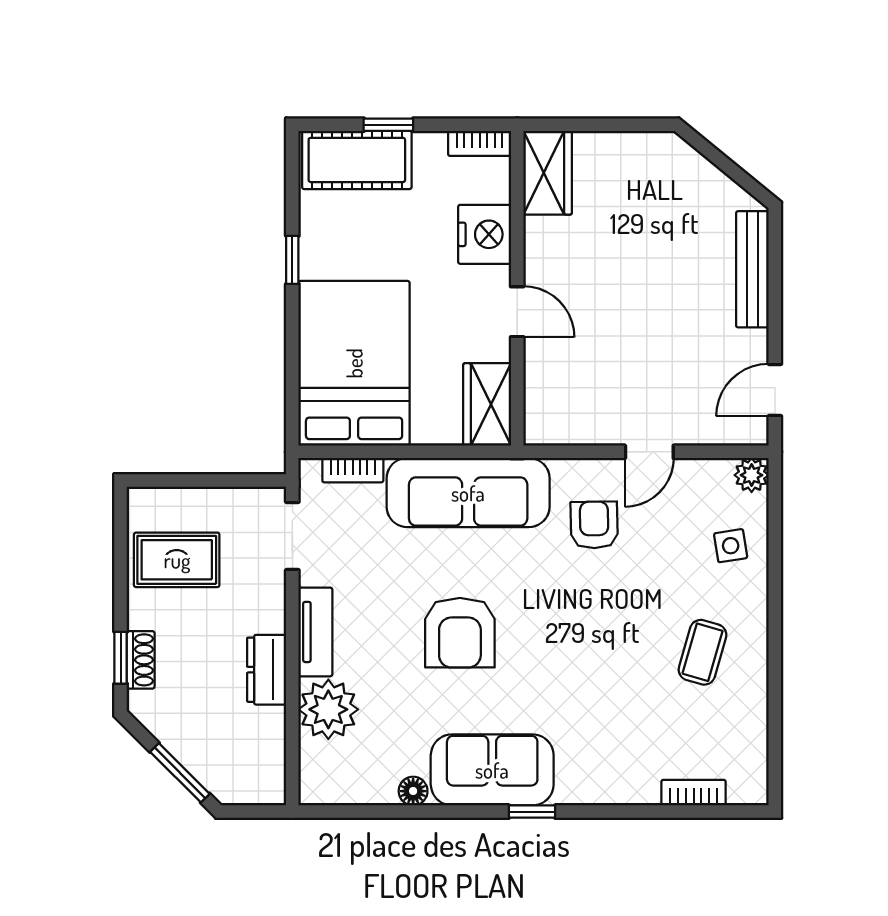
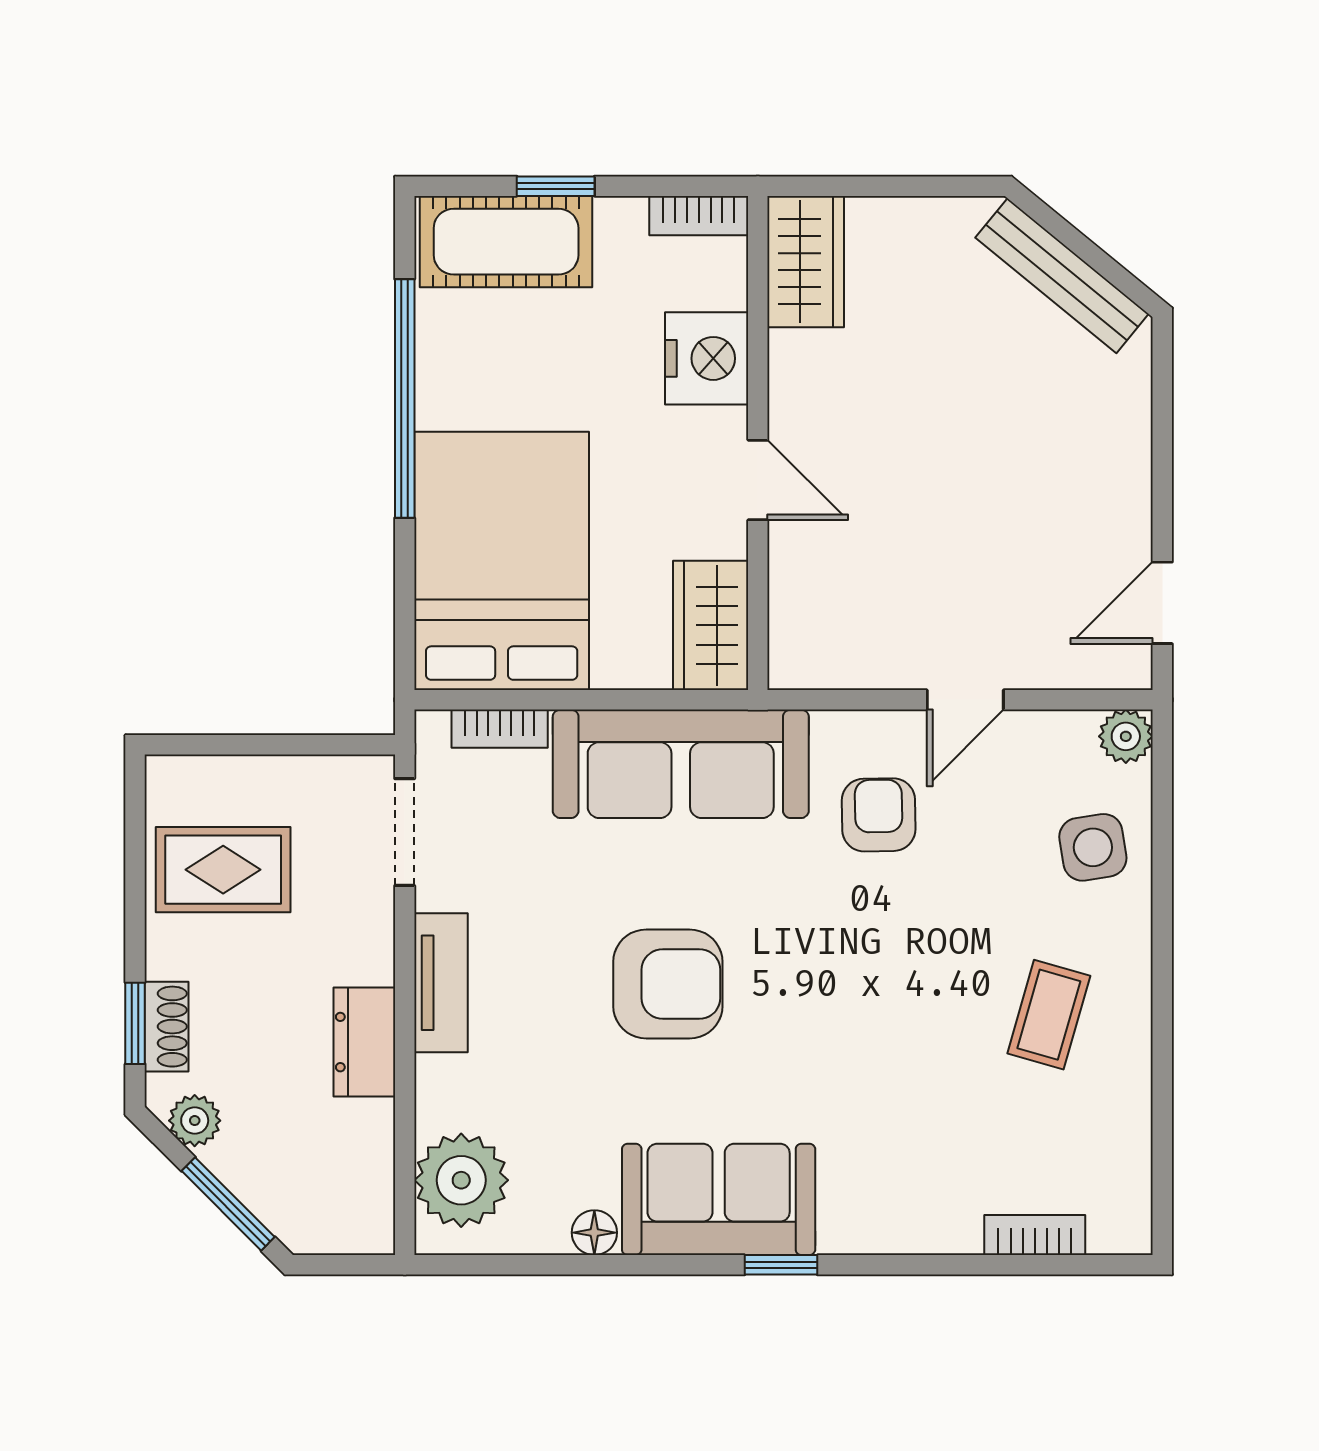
window: (292, 260) -> (405, 399), width x3.17
bench: (752, 269) -> (1062, 276), moved, turned -51
side table: (731, 546) -> (1093, 847), width x1.37, depth x1.37
armchair: (460, 633) -> (668, 984), turned -90
plant: (328, 709) -> (461, 1180), moved
plant: (159, 720) -> (195, 1121), added

